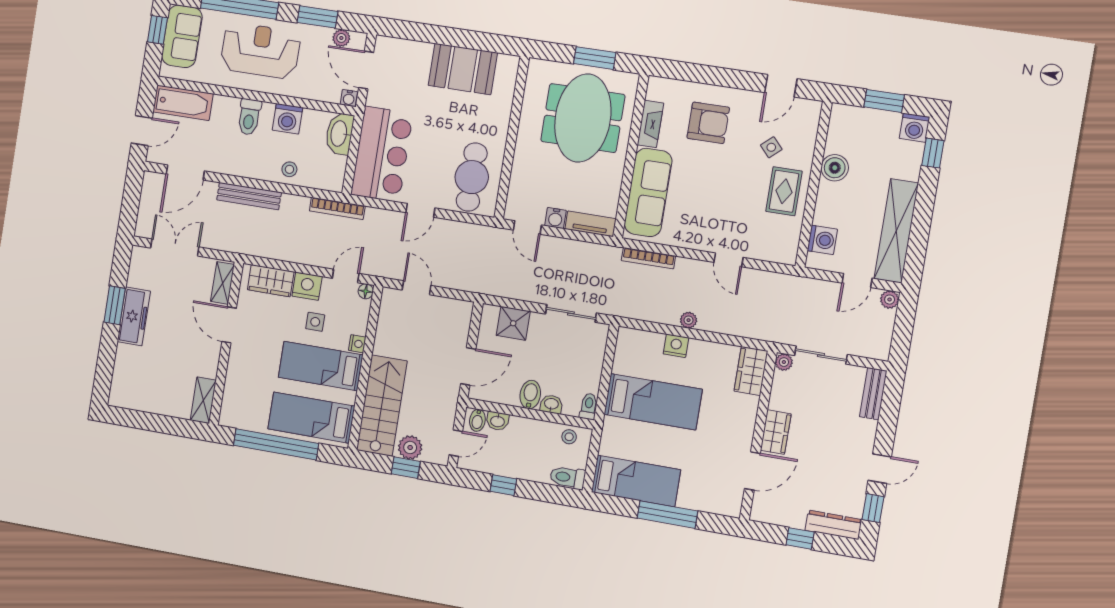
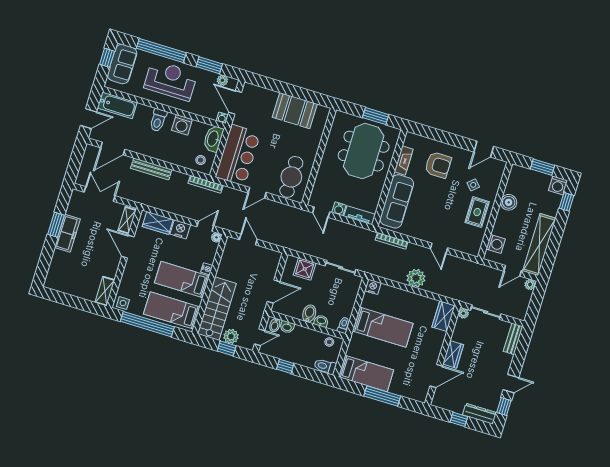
stool: (289, 169) -> (201, 160), moved
plant: (689, 320) -> (416, 278), width x1.87, depth x1.87
side table: (315, 322) -> (123, 303), moved
nightstand: (676, 346) -> (373, 287), moved

